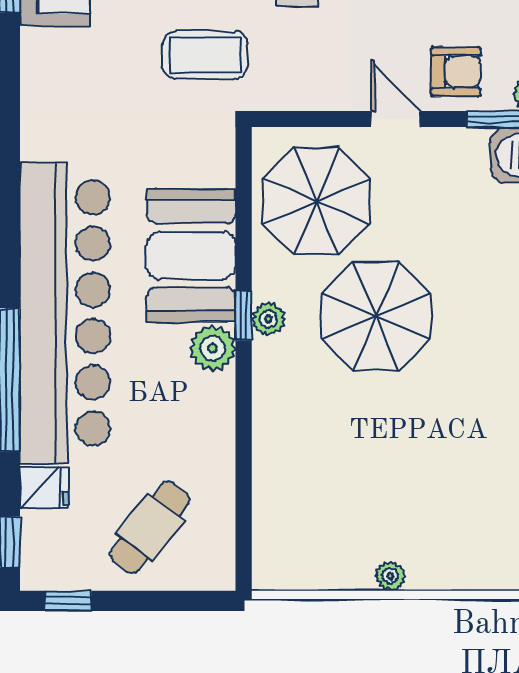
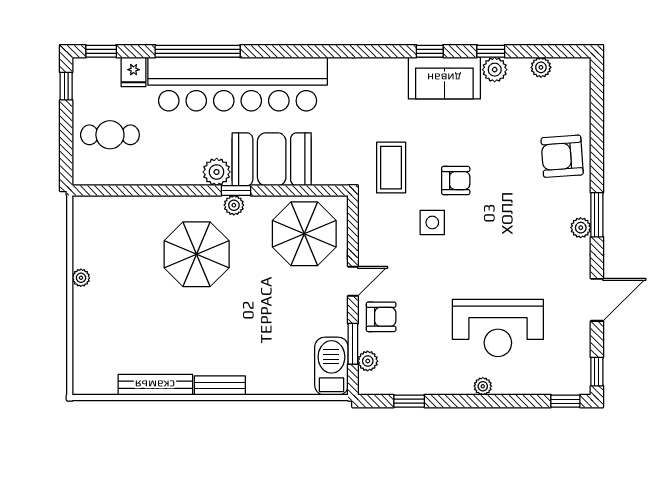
armchair: (456, 72) -> (381, 317), turned -90
parasol: (376, 316) -> (197, 254), moved
cafe table: (150, 527) -> (110, 135), turned -37

